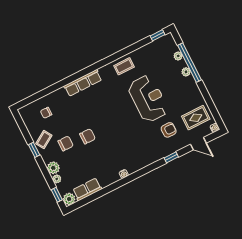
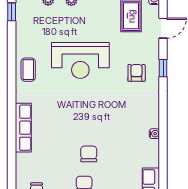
reception desk: (148, 99) -> (80, 61), turned 180
armchair: (169, 130) -> (137, 73), moved

